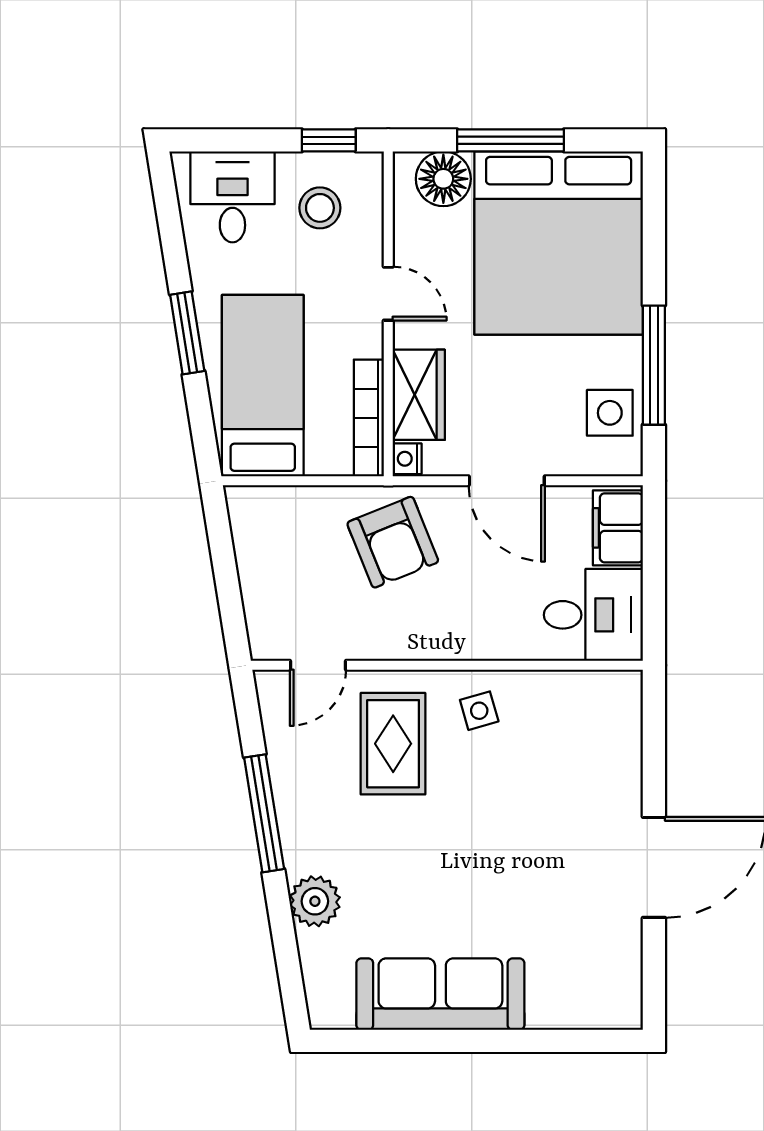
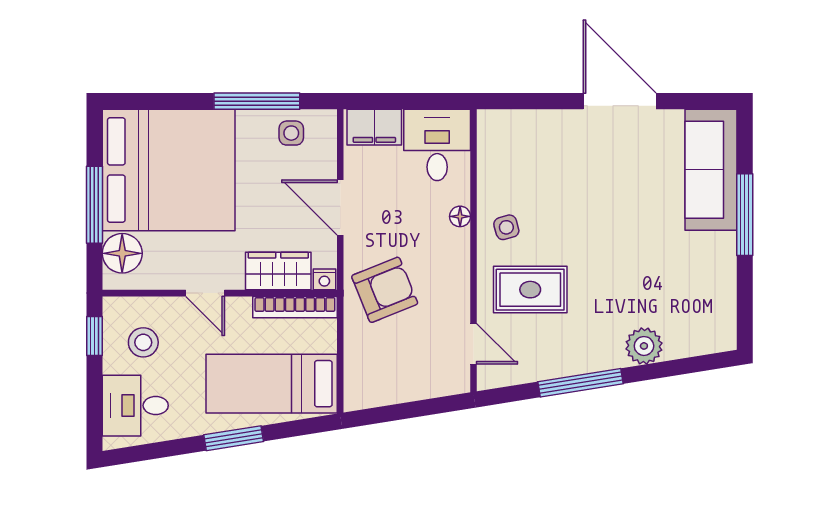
door: (388, 294) -> (205, 293), swing flipped
side table: (610, 413) -> (291, 133), width x0.73, depth x0.73
door: (507, 481) -> (340, 207), swing flipped
floor lamp: (494, 647) -> (460, 216), added
sofa: (440, 994) -> (711, 170), moved
window: (497, 1041) -> (745, 215), added

